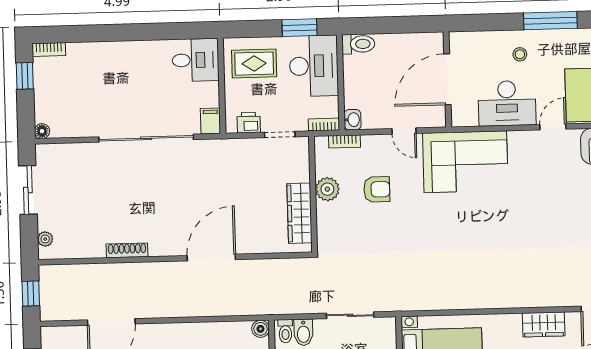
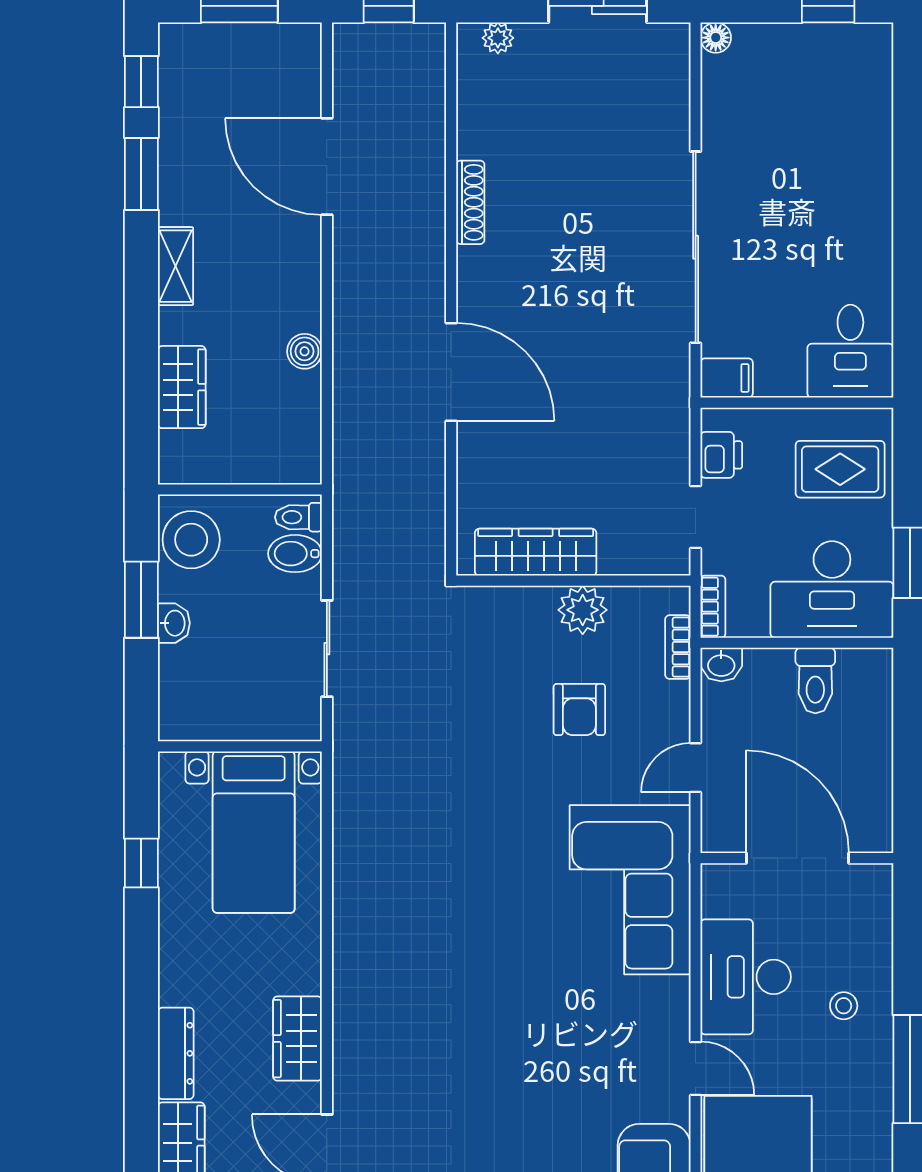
toilet: (358, 44) -> (815, 680), moved
bookcase: (49, 49) -> (880, 56), removed
rug: (254, 64) -> (840, 469), turned 90
boiler: (261, 329) -> (305, 351), moved

